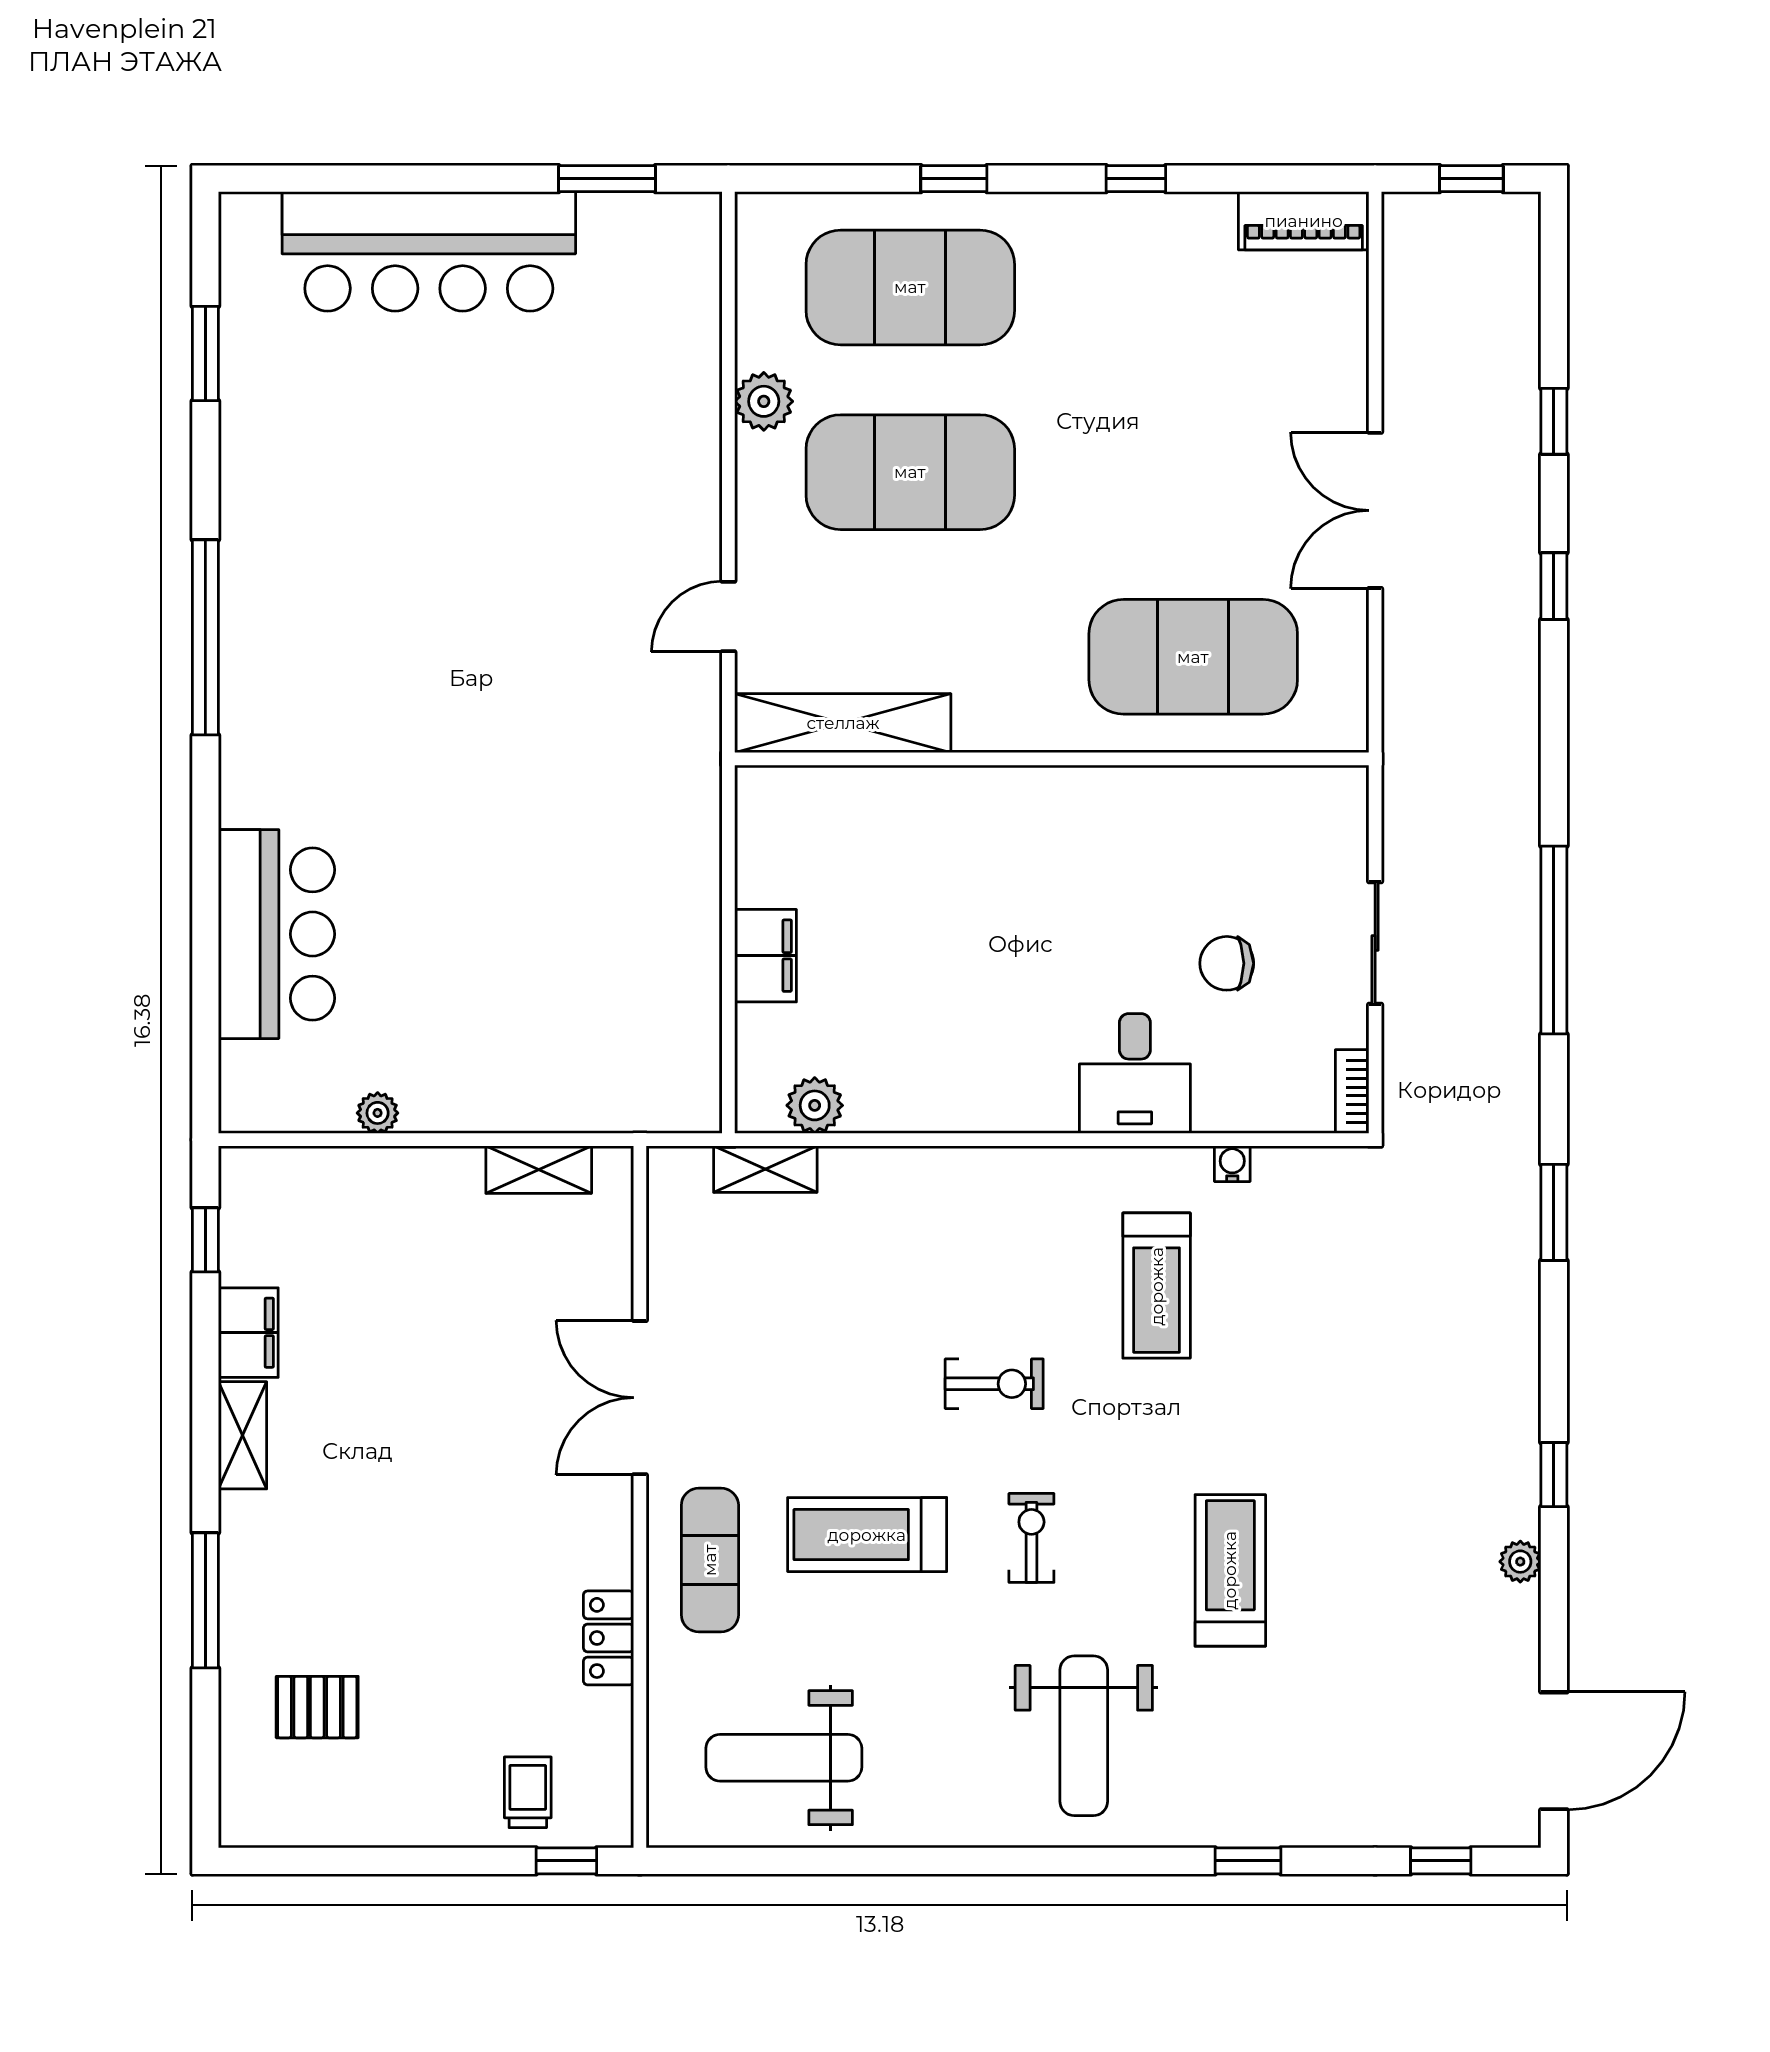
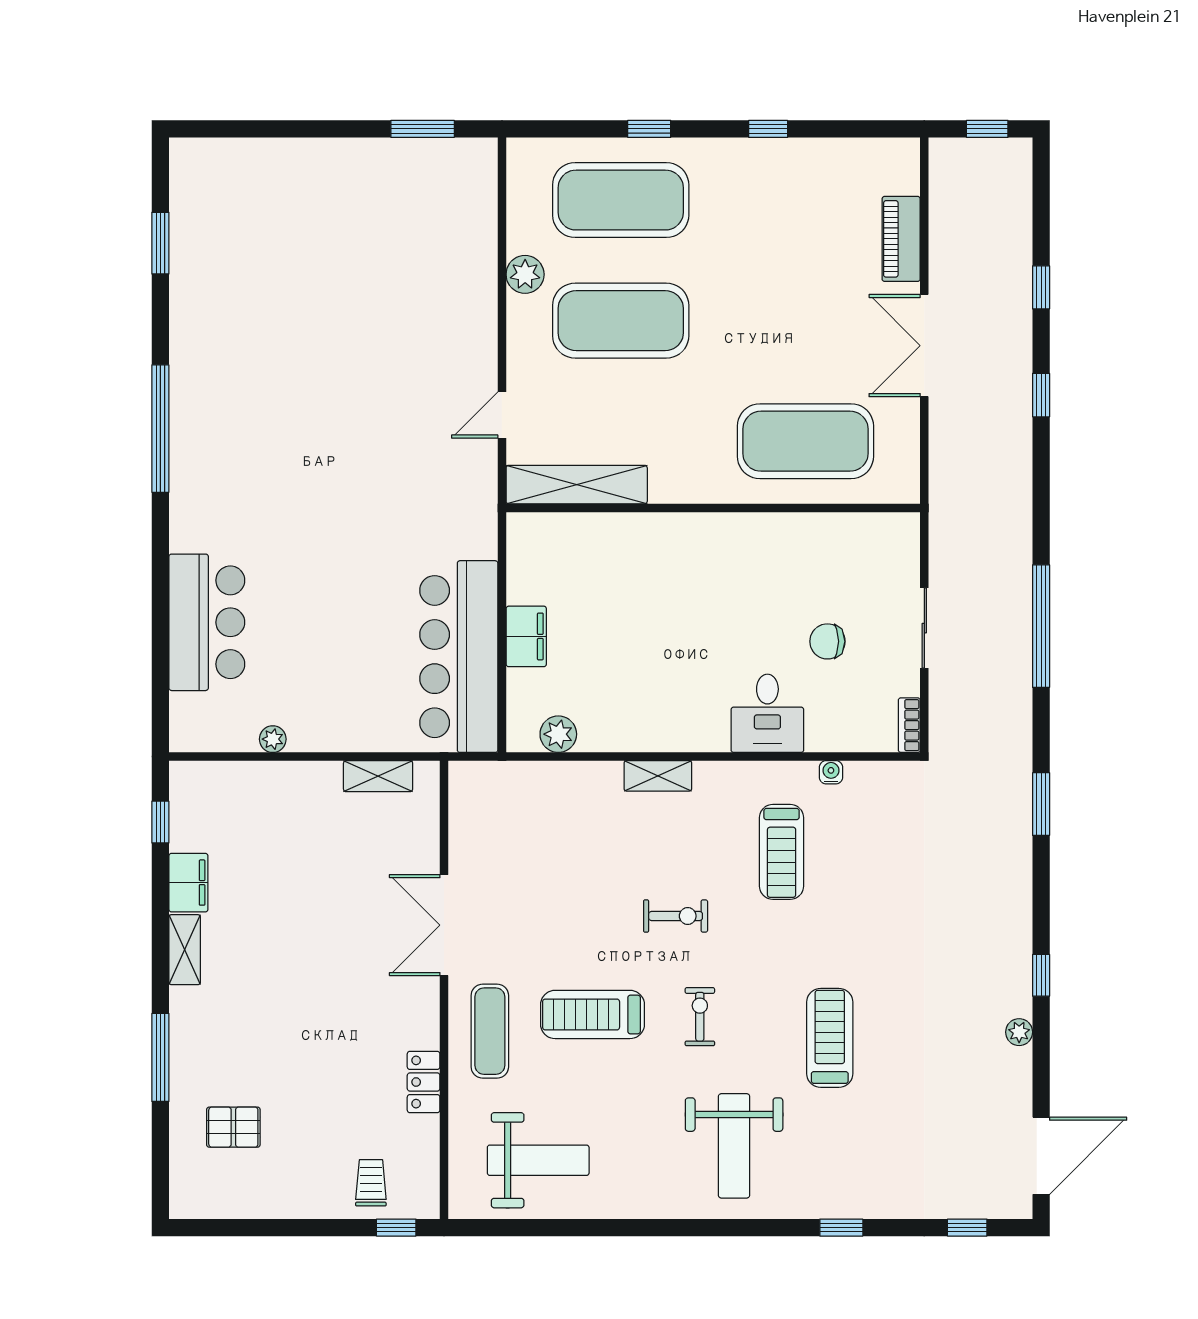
piano: (1304, 221) -> (901, 239), moved, turned 90
bar counter: (429, 251) -> (459, 657), moved, turned 90
shelving: (765, 1169) -> (658, 776), moved
weight bench: (784, 1758) -> (538, 1160), turned 180

